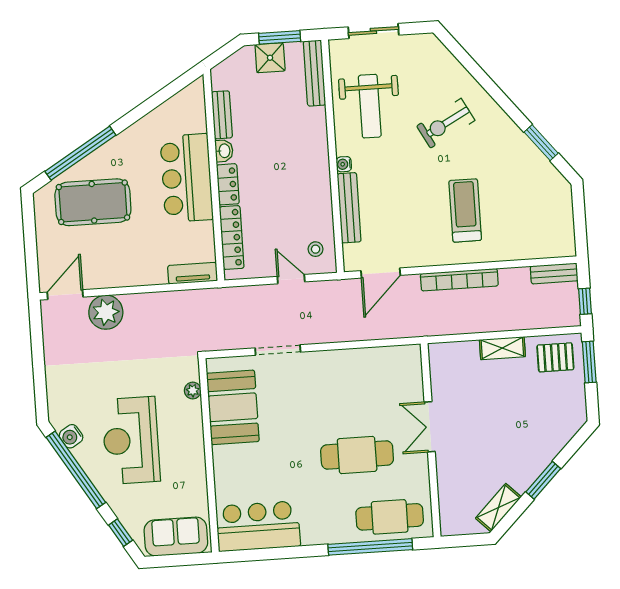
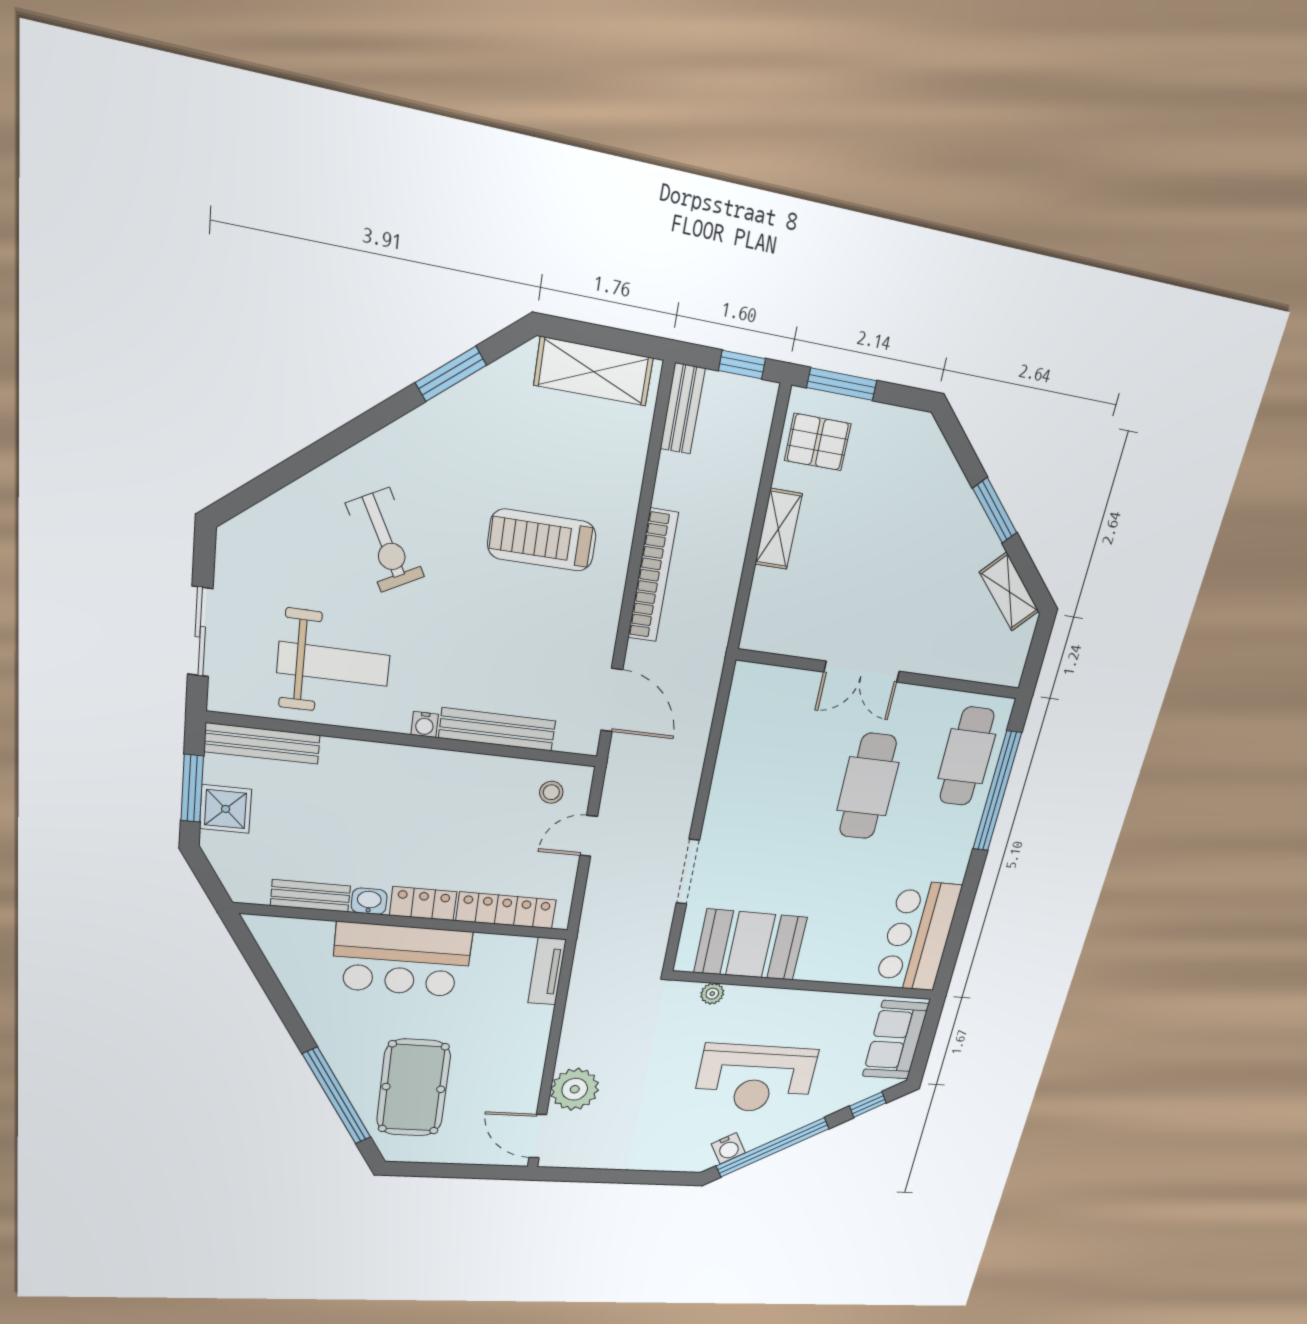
shelving: (561, 219) -> (594, 371), added
pallet: (555, 357) -> (818, 442), turned 90

